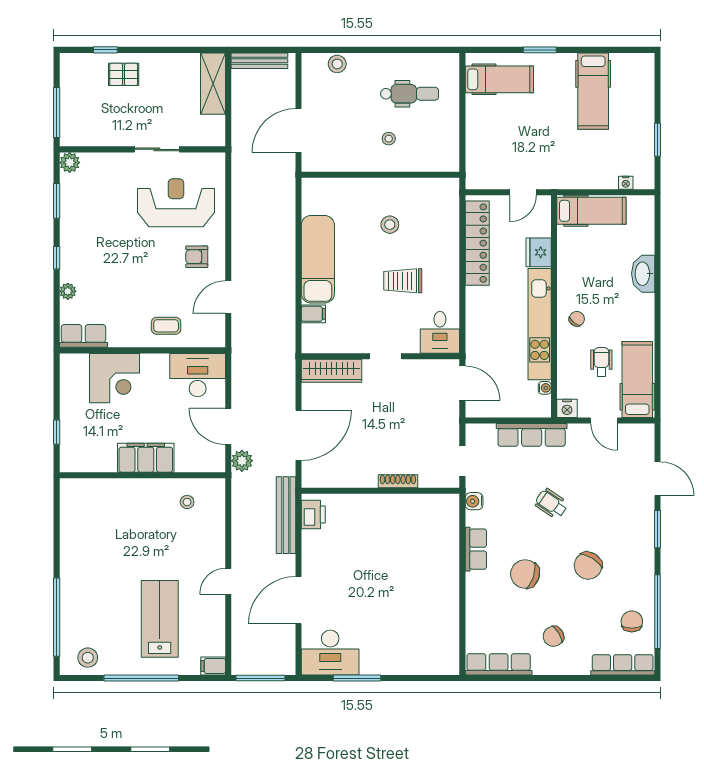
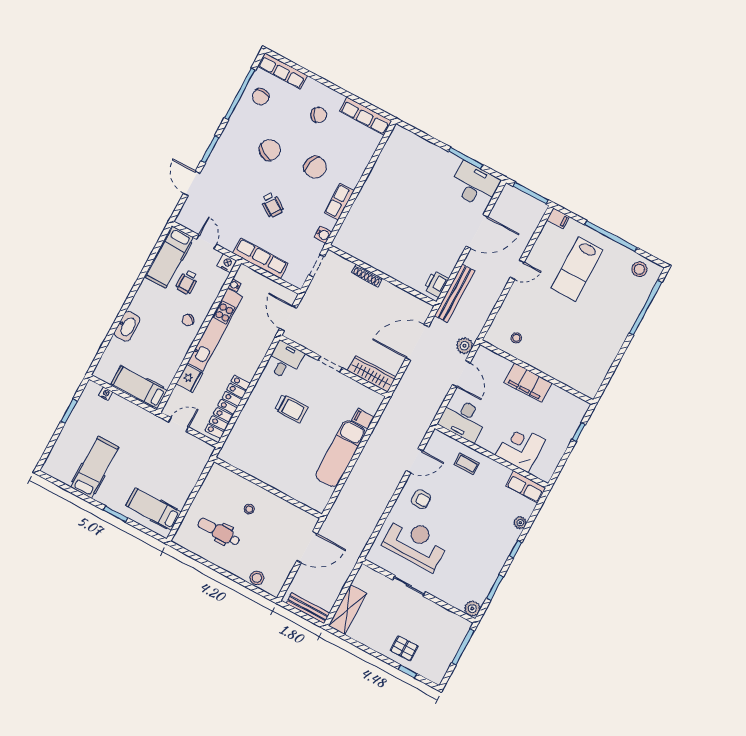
reception desk: (176, 203) -> (415, 543), turned 180
stool: (390, 225) -> (280, 451), removed

